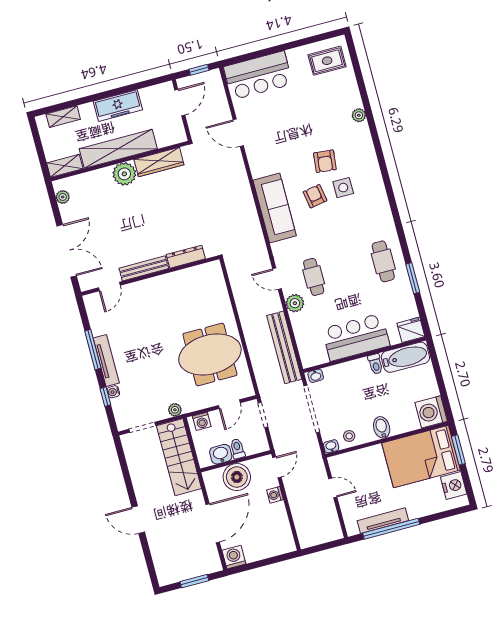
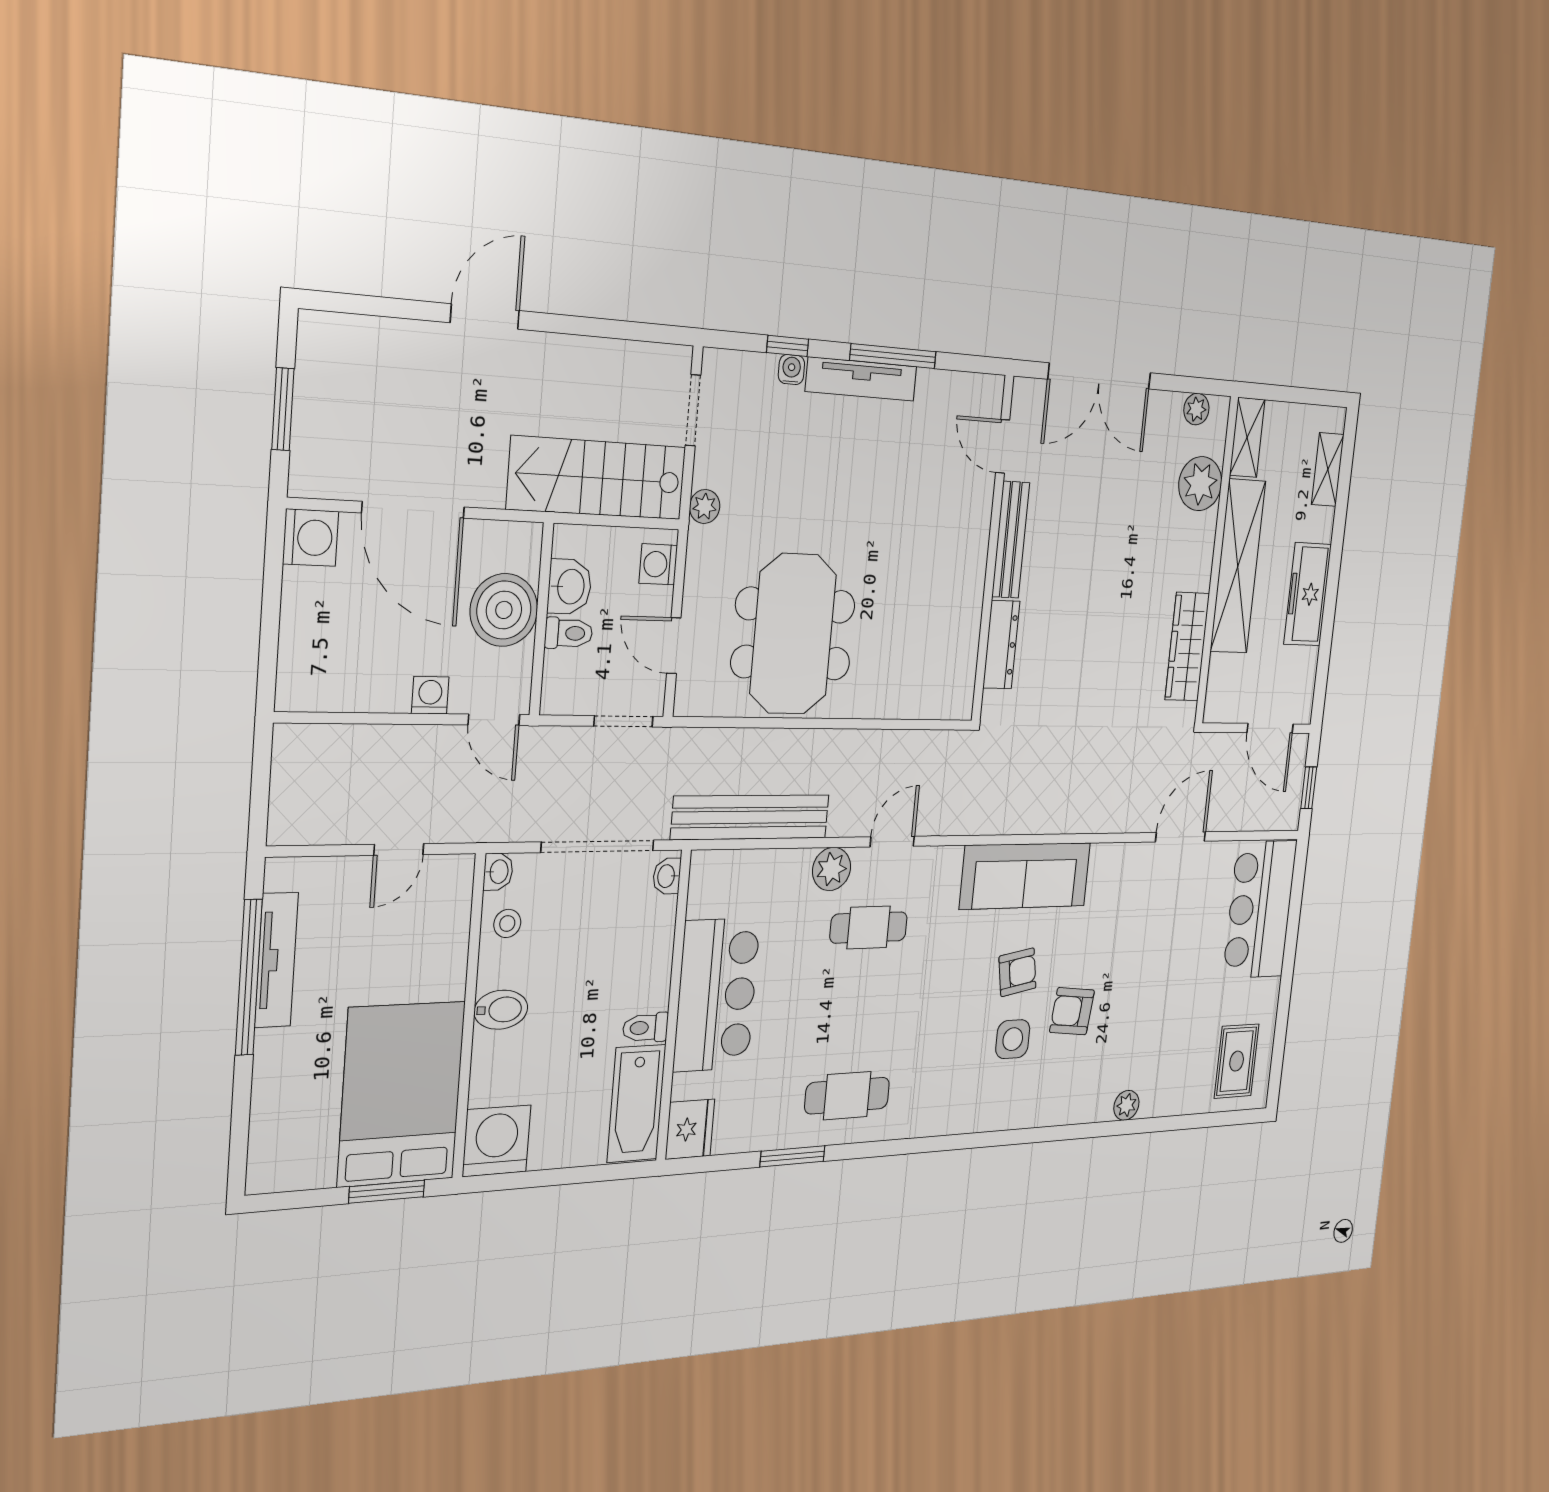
plant: (124, 174) -> (1200, 484), moved
nightstand: (454, 486) -> (305, 1163), removed

